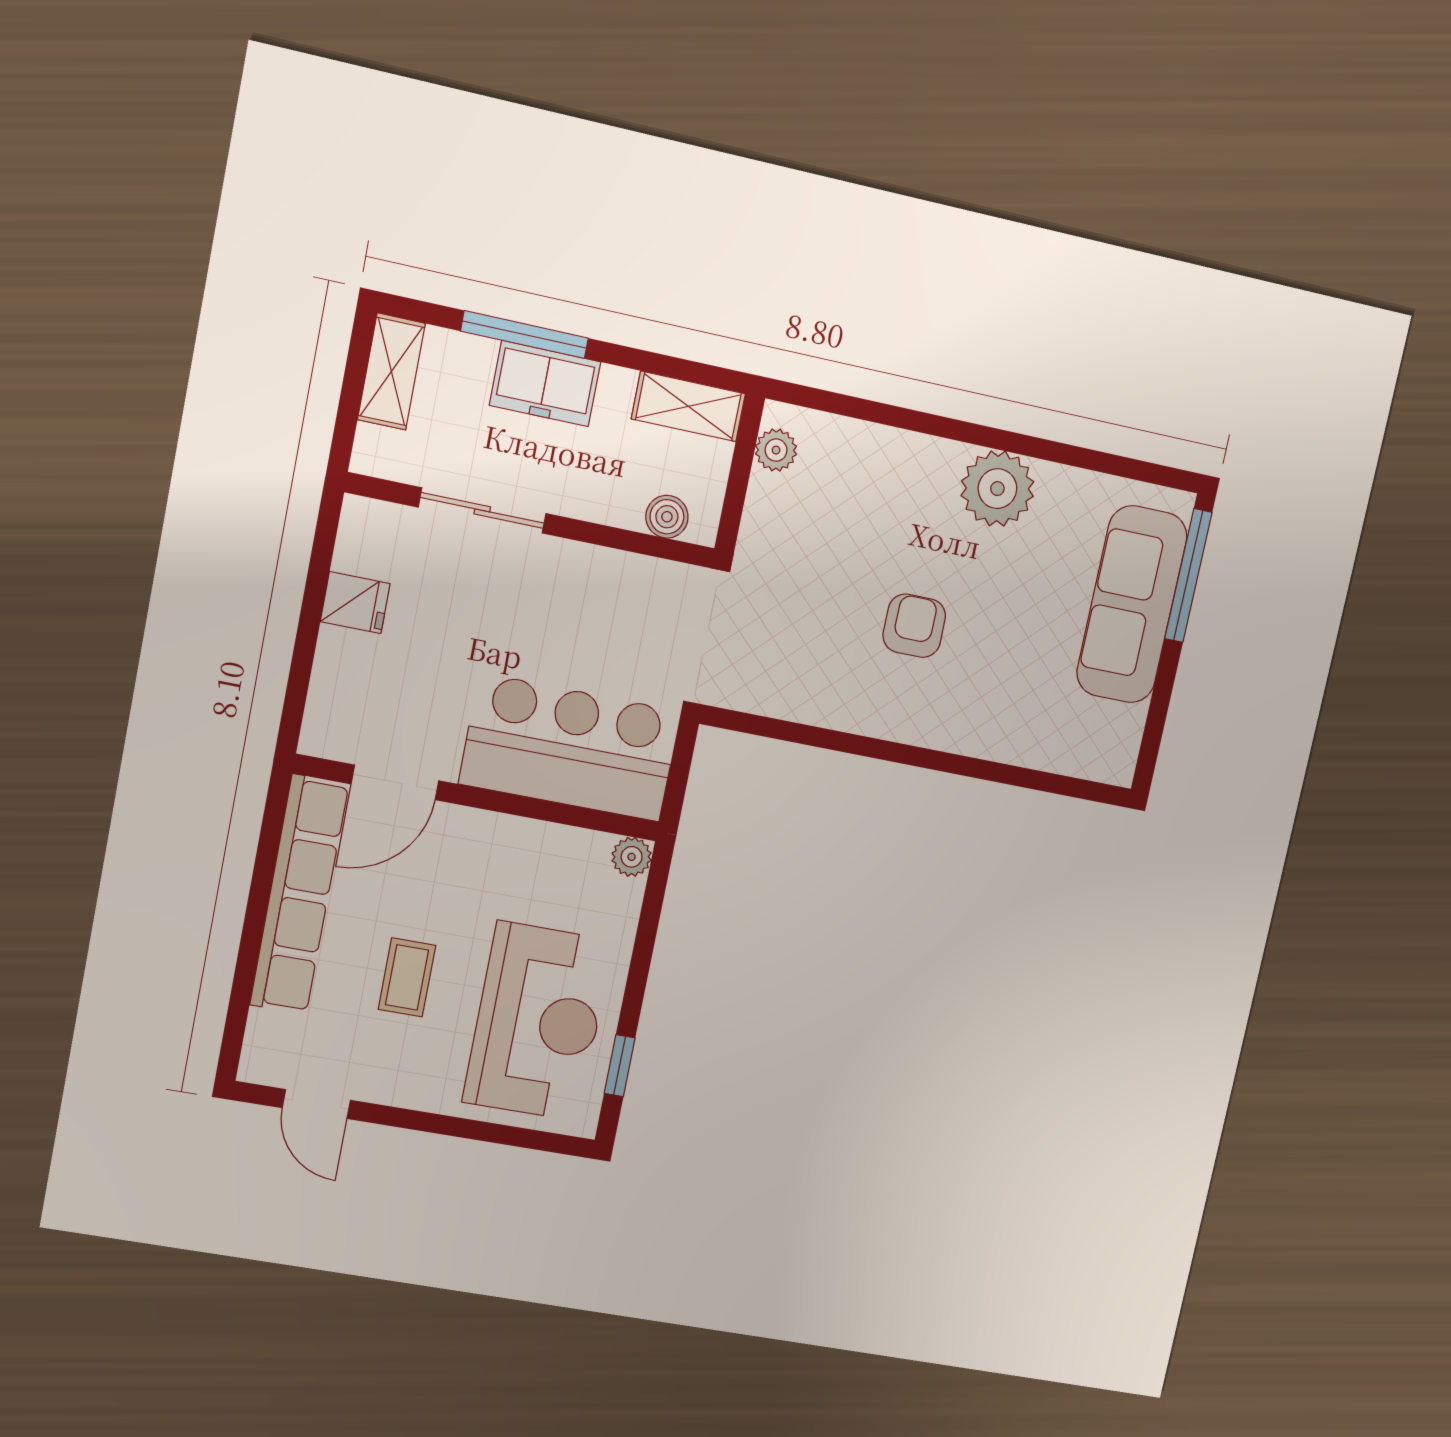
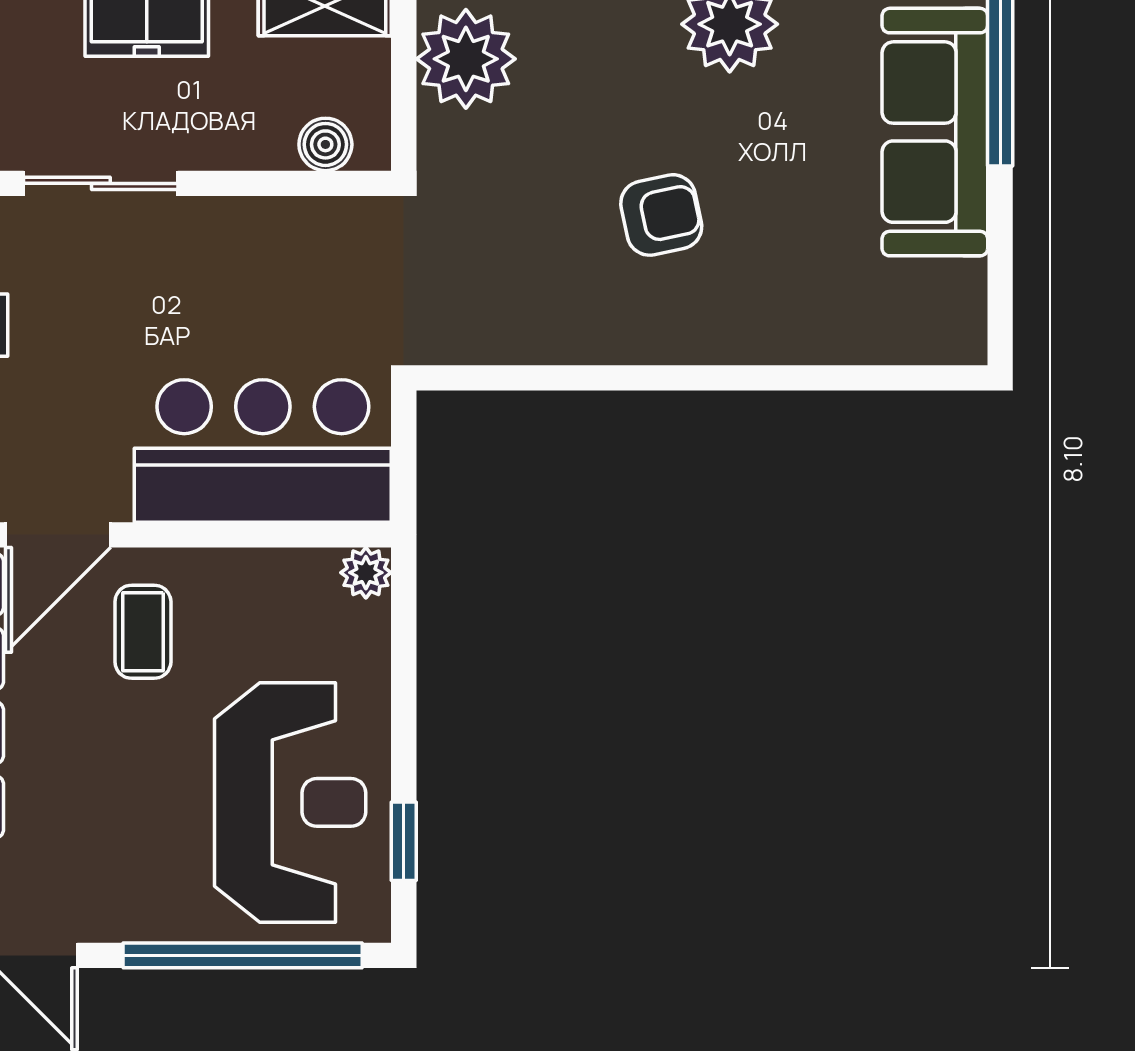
plant: (776, 450) -> (466, 59), width x1.88, depth x1.88
armchair: (914, 626) -> (661, 215), turned 78
coffee table: (407, 977) -> (143, 632), moved
window: (478, 1131) -> (243, 955), added

